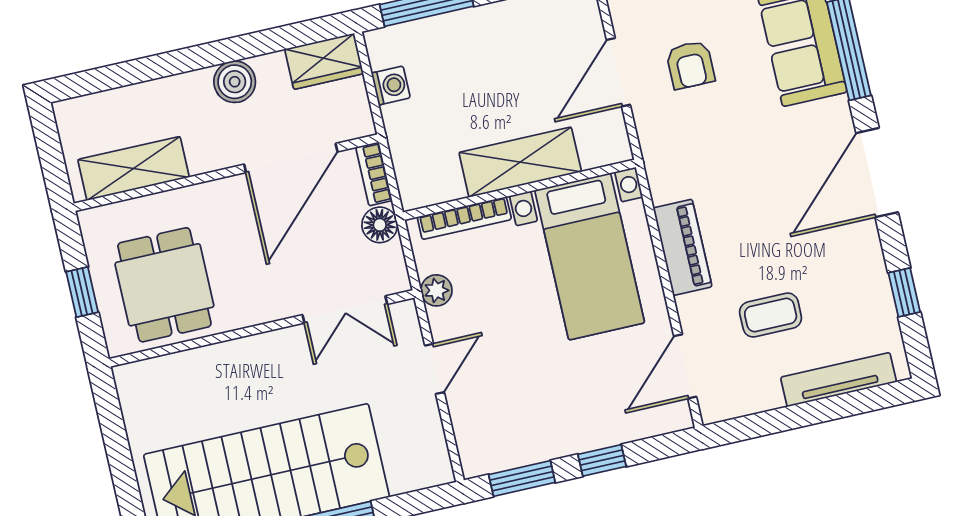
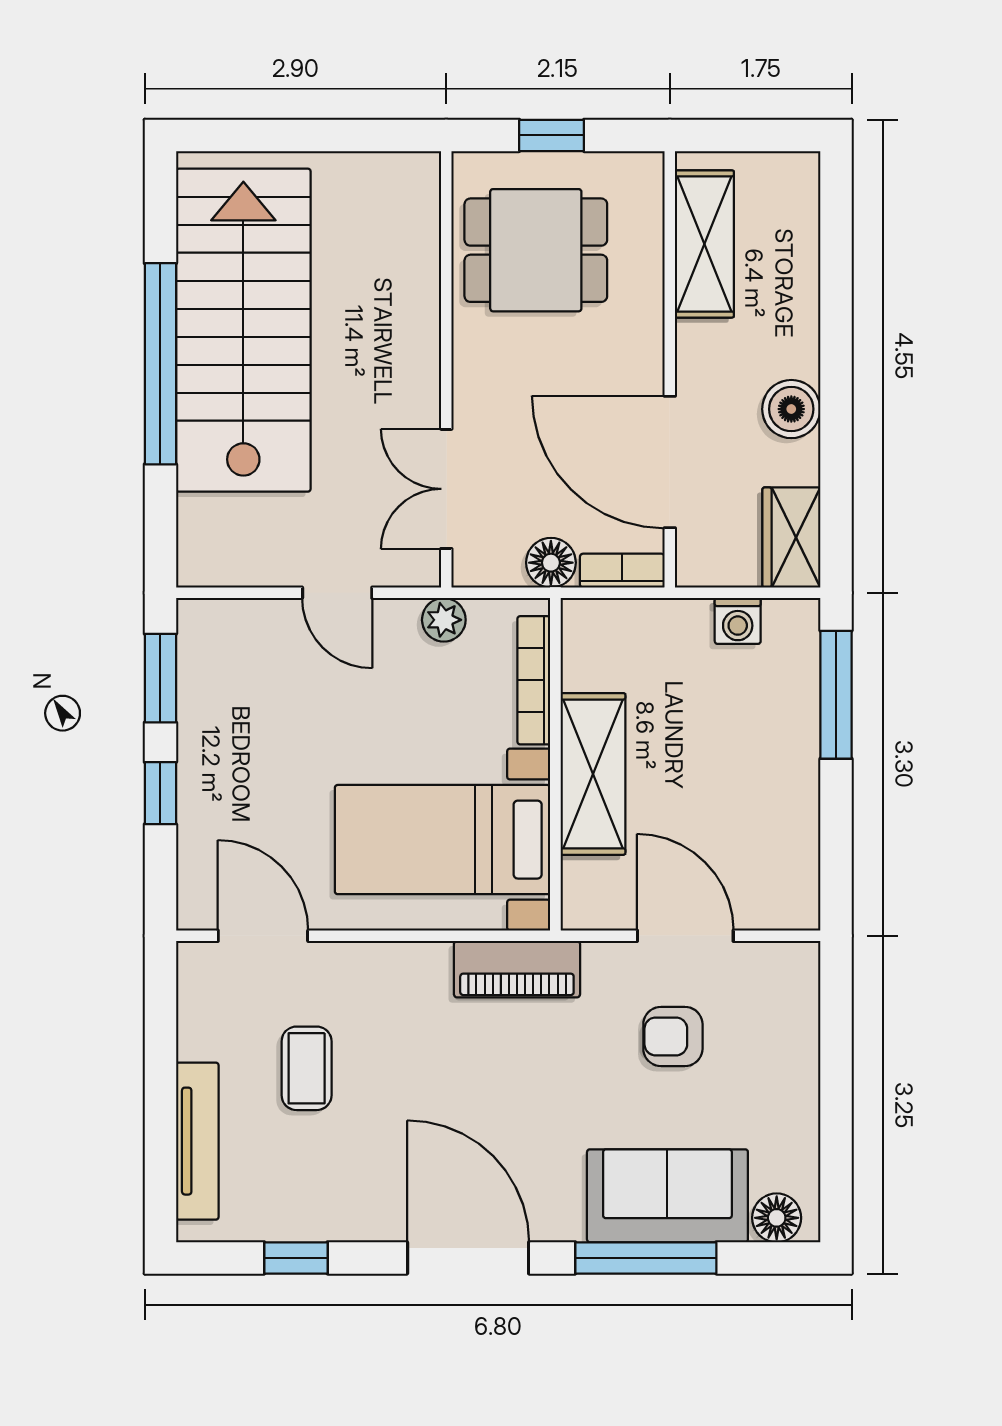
piano: (683, 247) -> (517, 969), moved

